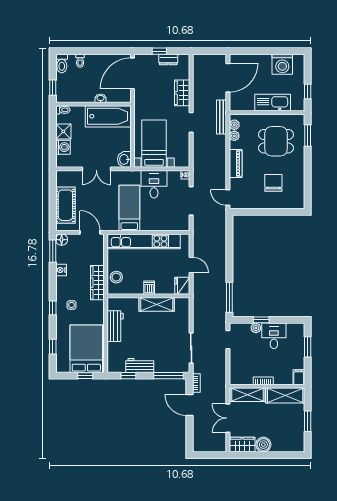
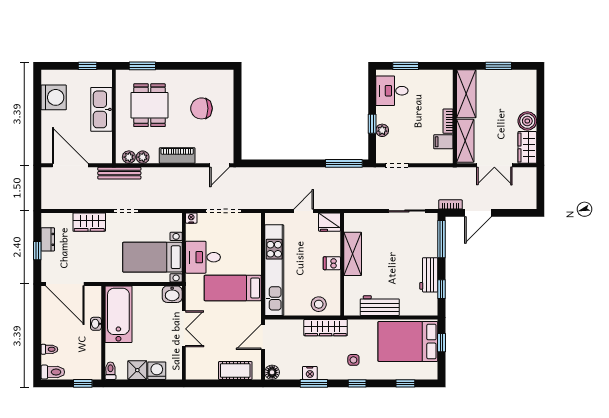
cot: (65, 205) -> (235, 371), width x0.73, depth x0.75
window: (53, 251) -> (314, 383), moved
desk: (274, 336) -> (392, 91), moved
filing cabinet: (299, 377) -> (443, 142), moved

